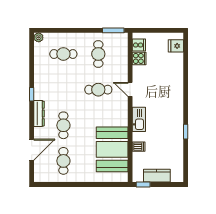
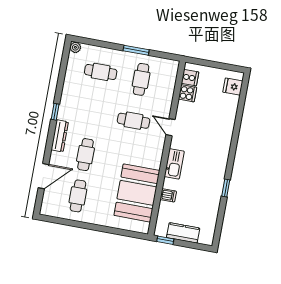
window: (113, 30) -> (136, 50), moved

